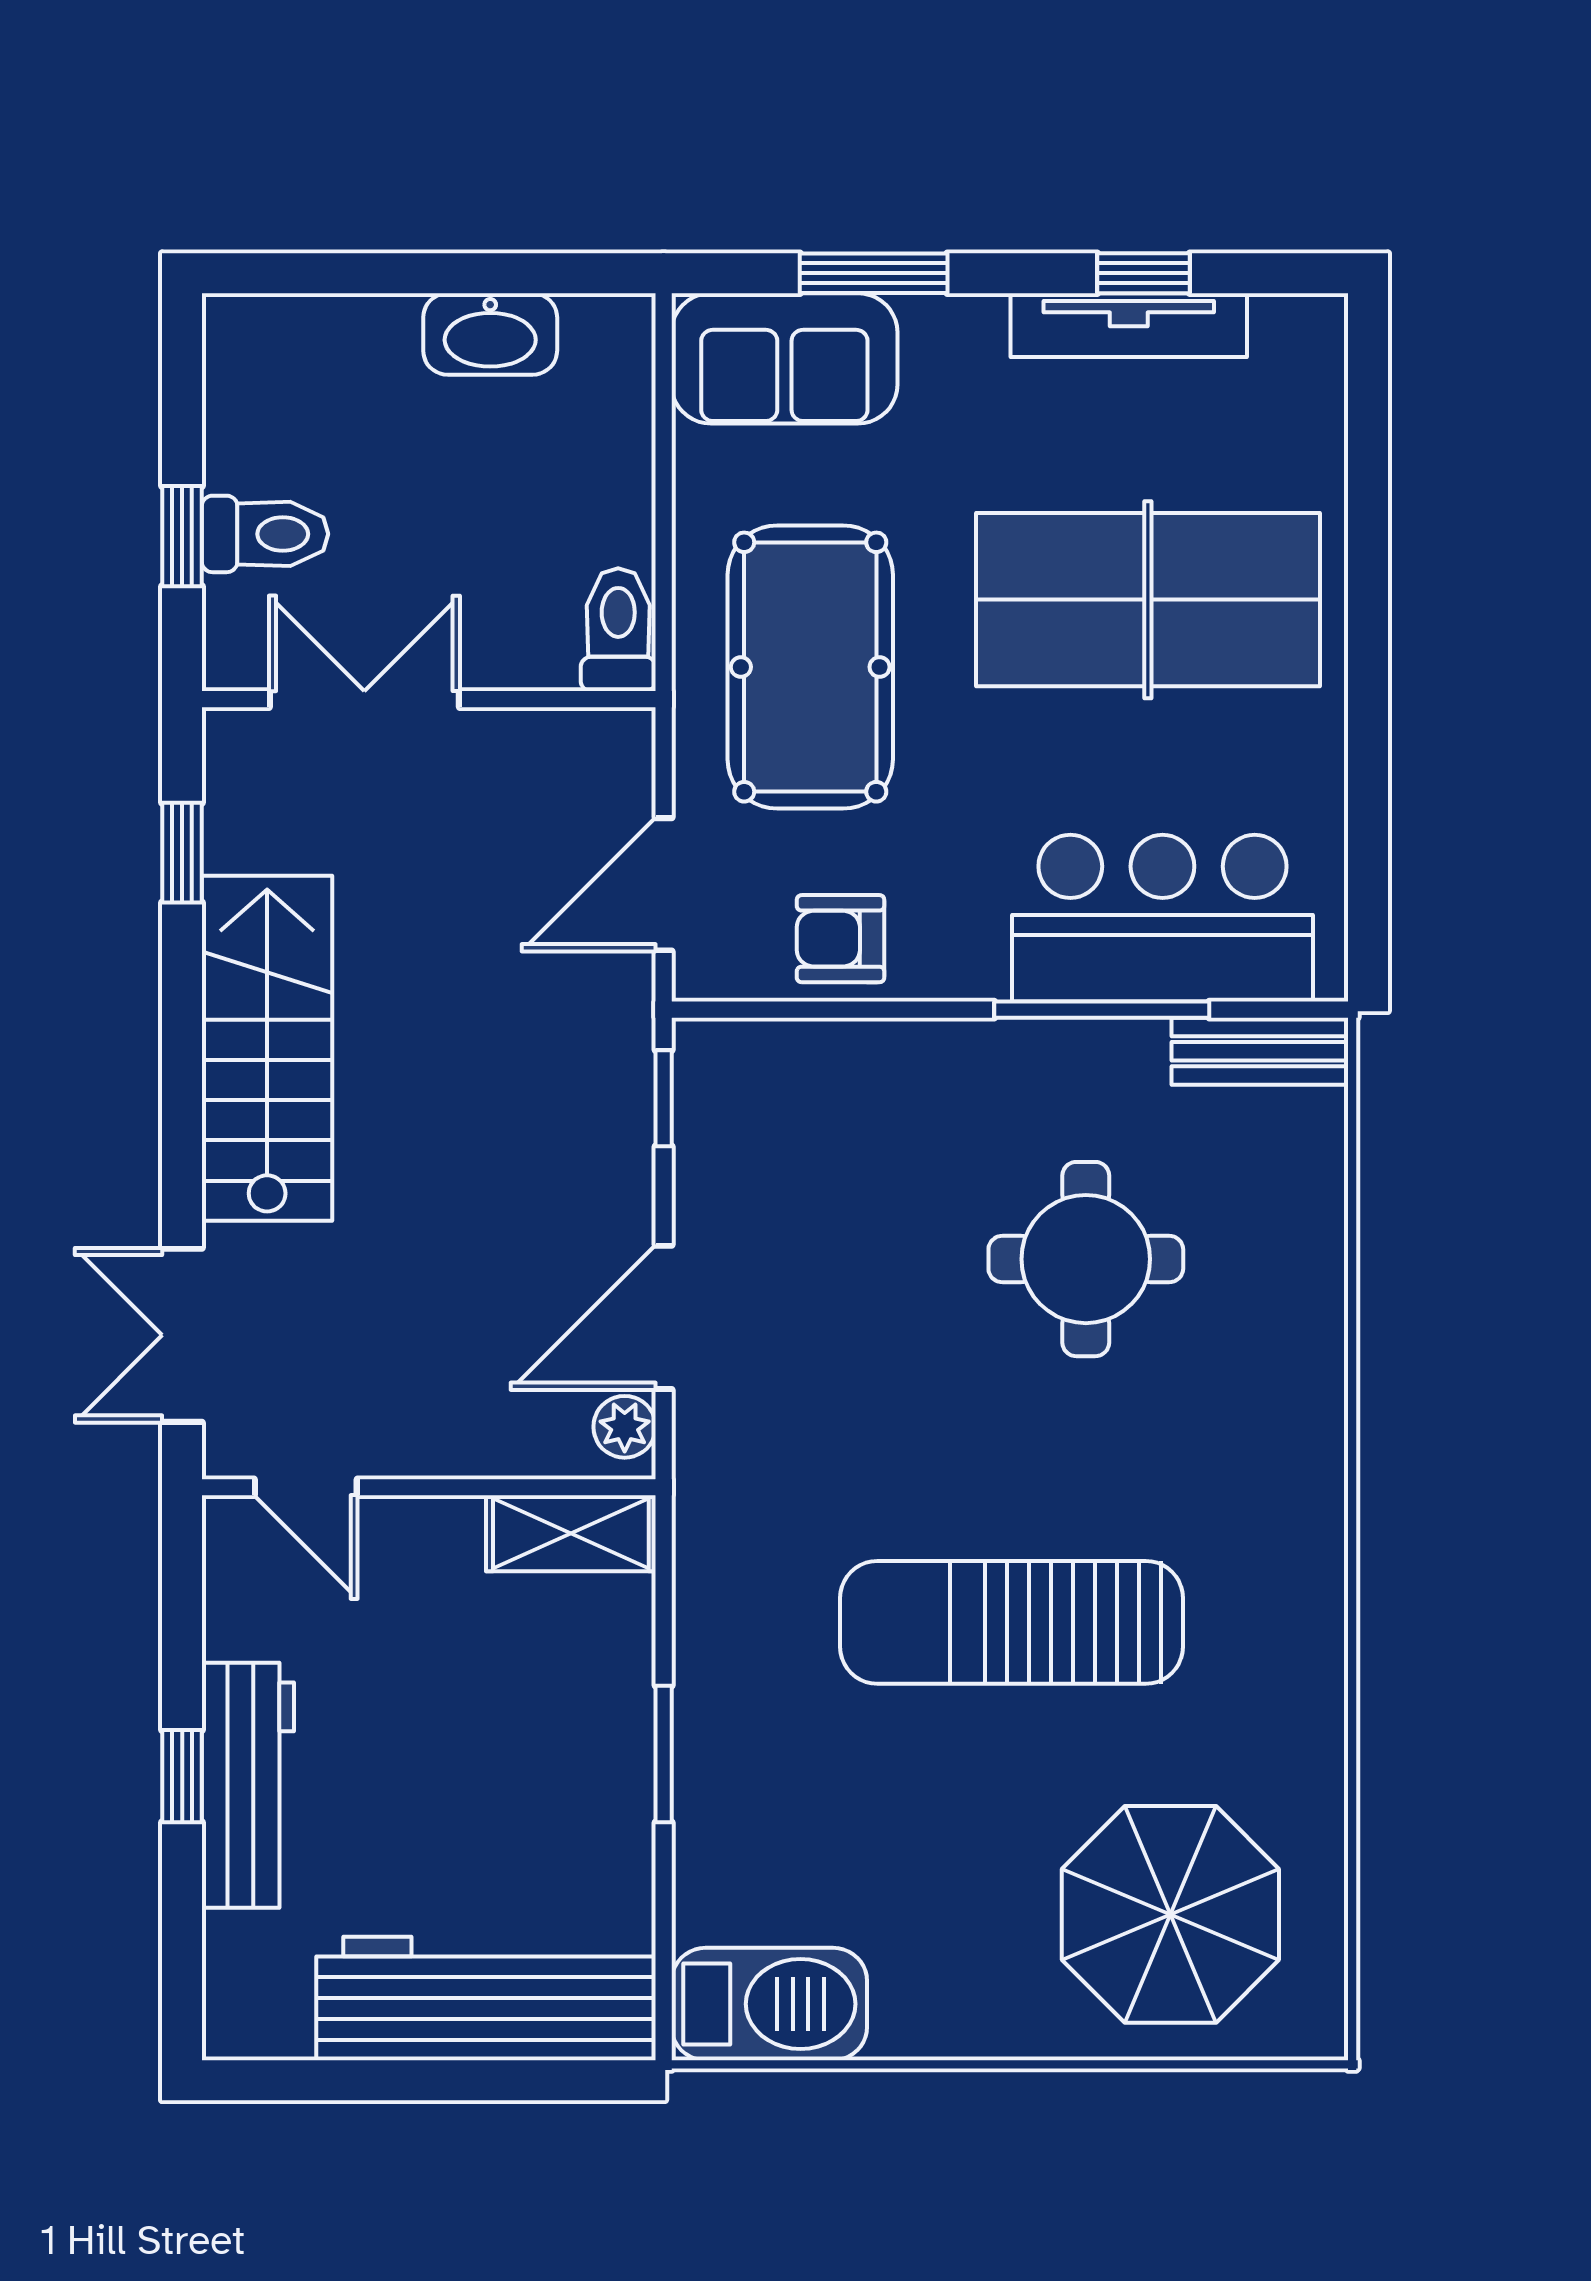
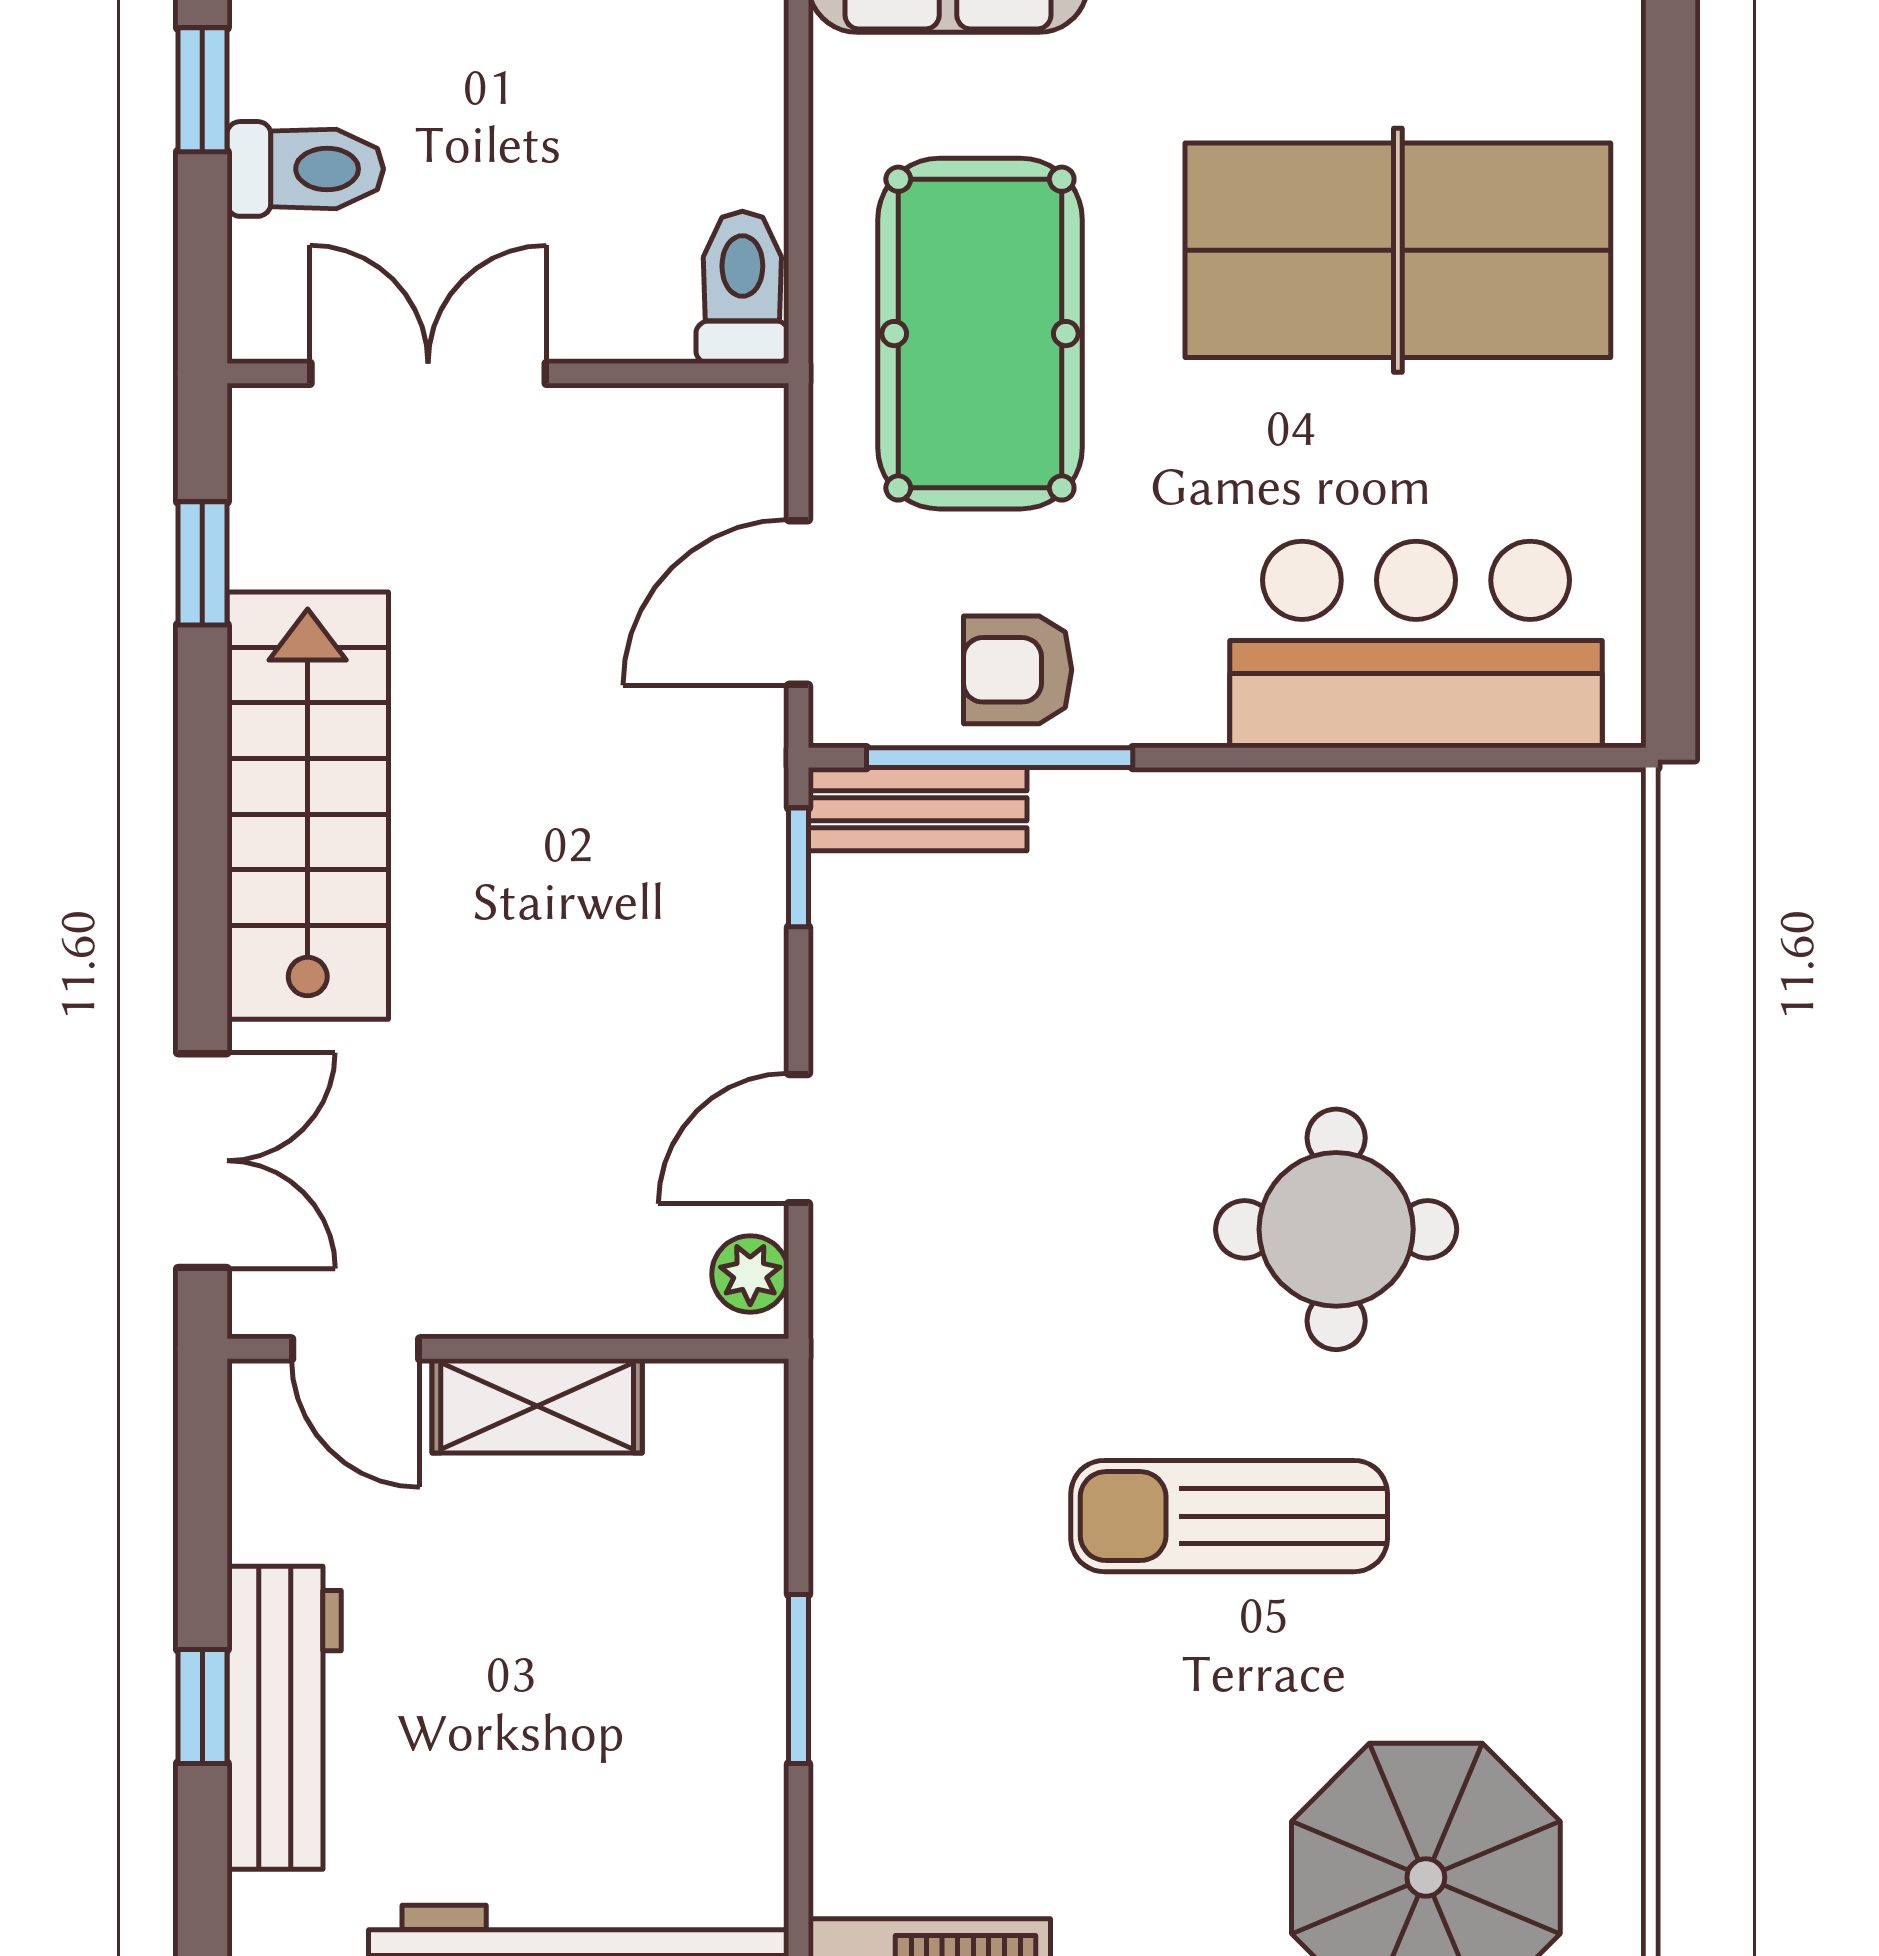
window: (182, 536) -> (202, 90), moved
window: (1102, 1010) -> (1000, 758), moved
bench: (1260, 1051) -> (918, 809), moved
round table: (1086, 1259) -> (1336, 1229), moved
door: (664, 1317) -> (799, 1139), width x0.73
double door: (182, 1335) -> (202, 1161), swing flipped
shelving: (571, 1533) -> (537, 1406), moved
sun lounger: (1012, 1622) -> (1229, 1516), width x0.73, depth x0.75

